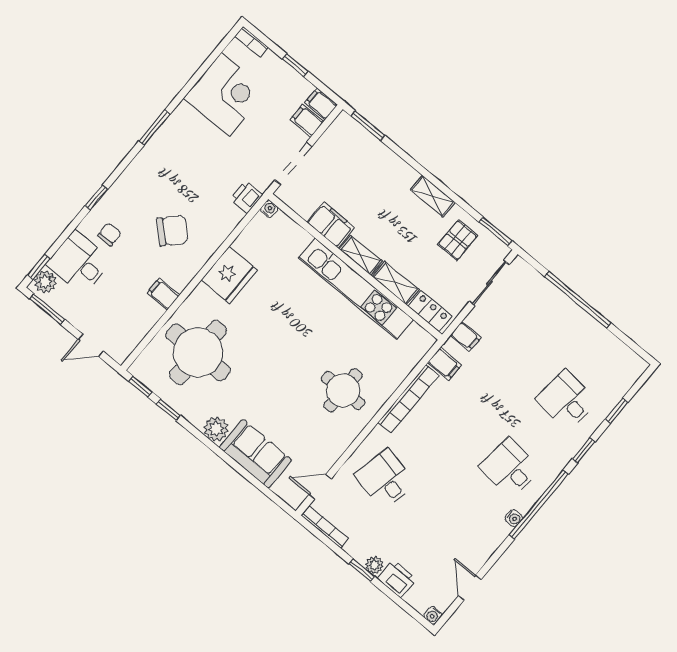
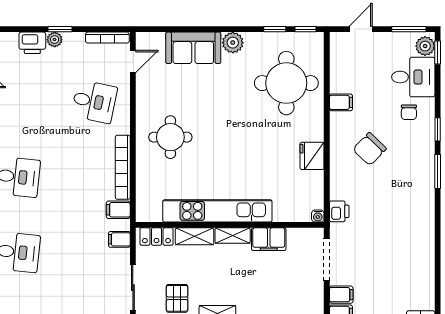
corner desk: (225, 94) -> (409, 267), removed
window: (154, 128) -> (438, 172), moved
fridge: (229, 275) -> (312, 156), width x0.73, depth x0.75

